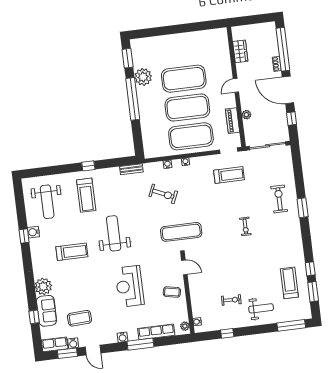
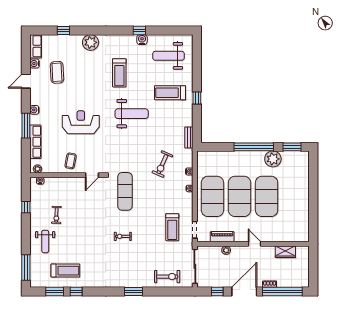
exercise bike: (279, 199) -> (167, 277), moved
exercise mat: (181, 232) -> (125, 191), moved
sofa: (47, 311) -> (68, 43), removed
window: (67, 353) -> (26, 57), removed

